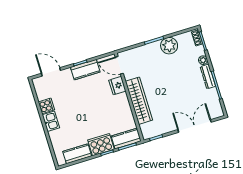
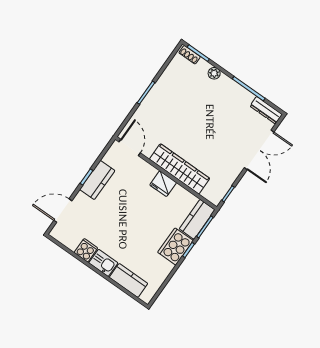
plant: (169, 46) -> (166, 86), removed
door: (119, 65) -> (130, 147), swing flipped
dresser: (208, 76) -> (266, 110), moved
fridge: (117, 86) -> (163, 184), moved
double door: (195, 126) -> (259, 150), swing flipped
kitchen counter: (77, 154) -> (129, 280), moved, turned 90

